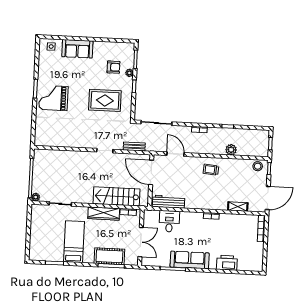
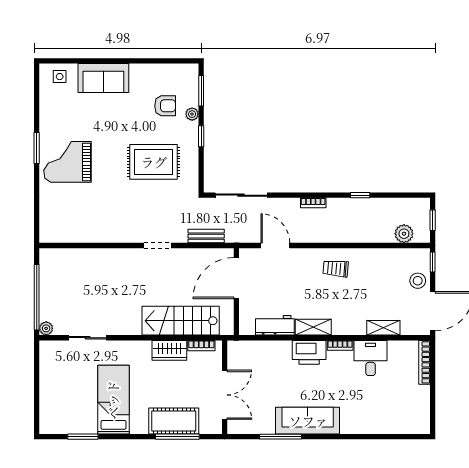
plant: (231, 150) -> (404, 234), moved
stool: (258, 166) -> (418, 281), moved
door: (151, 172) -> (236, 278), hinge flipped
workbench: (169, 202) -> (275, 325), width x0.73
shelving: (196, 204) -> (313, 327), added
wardrobe: (104, 214) -> (169, 350), width x0.67
desk: (169, 221) -> (371, 358), moved
printer: (227, 263) -> (309, 352), moved, turned 180

